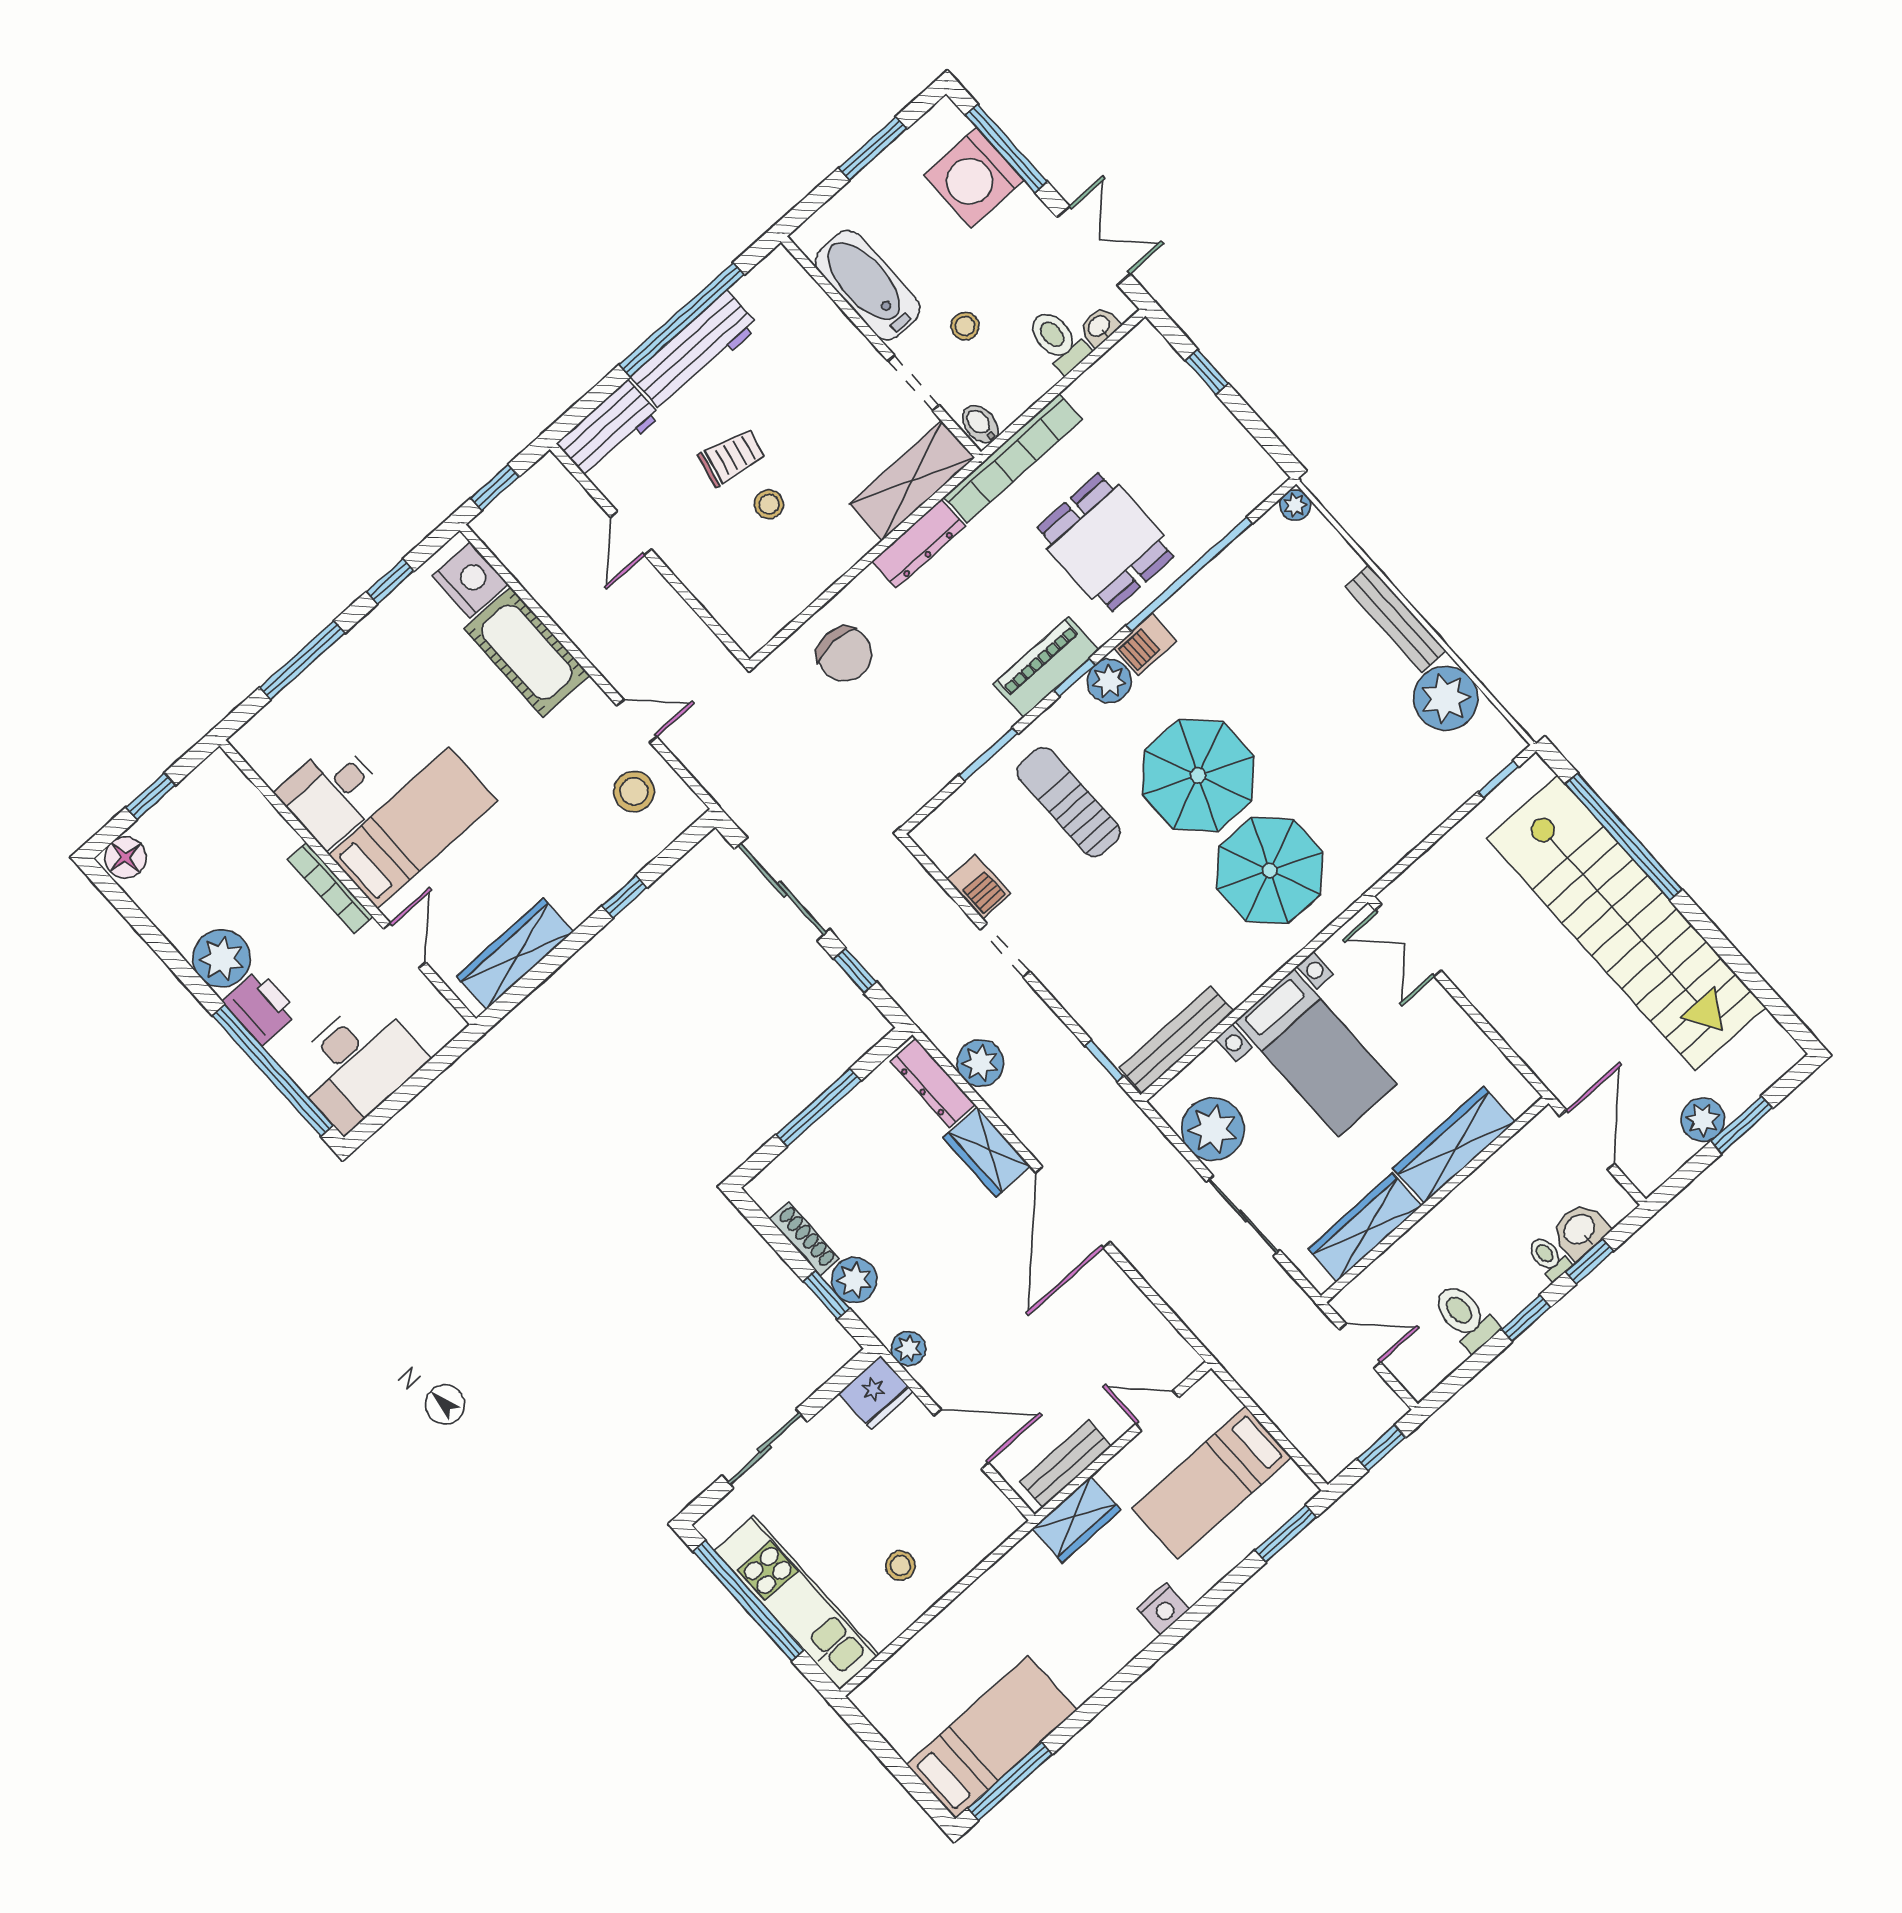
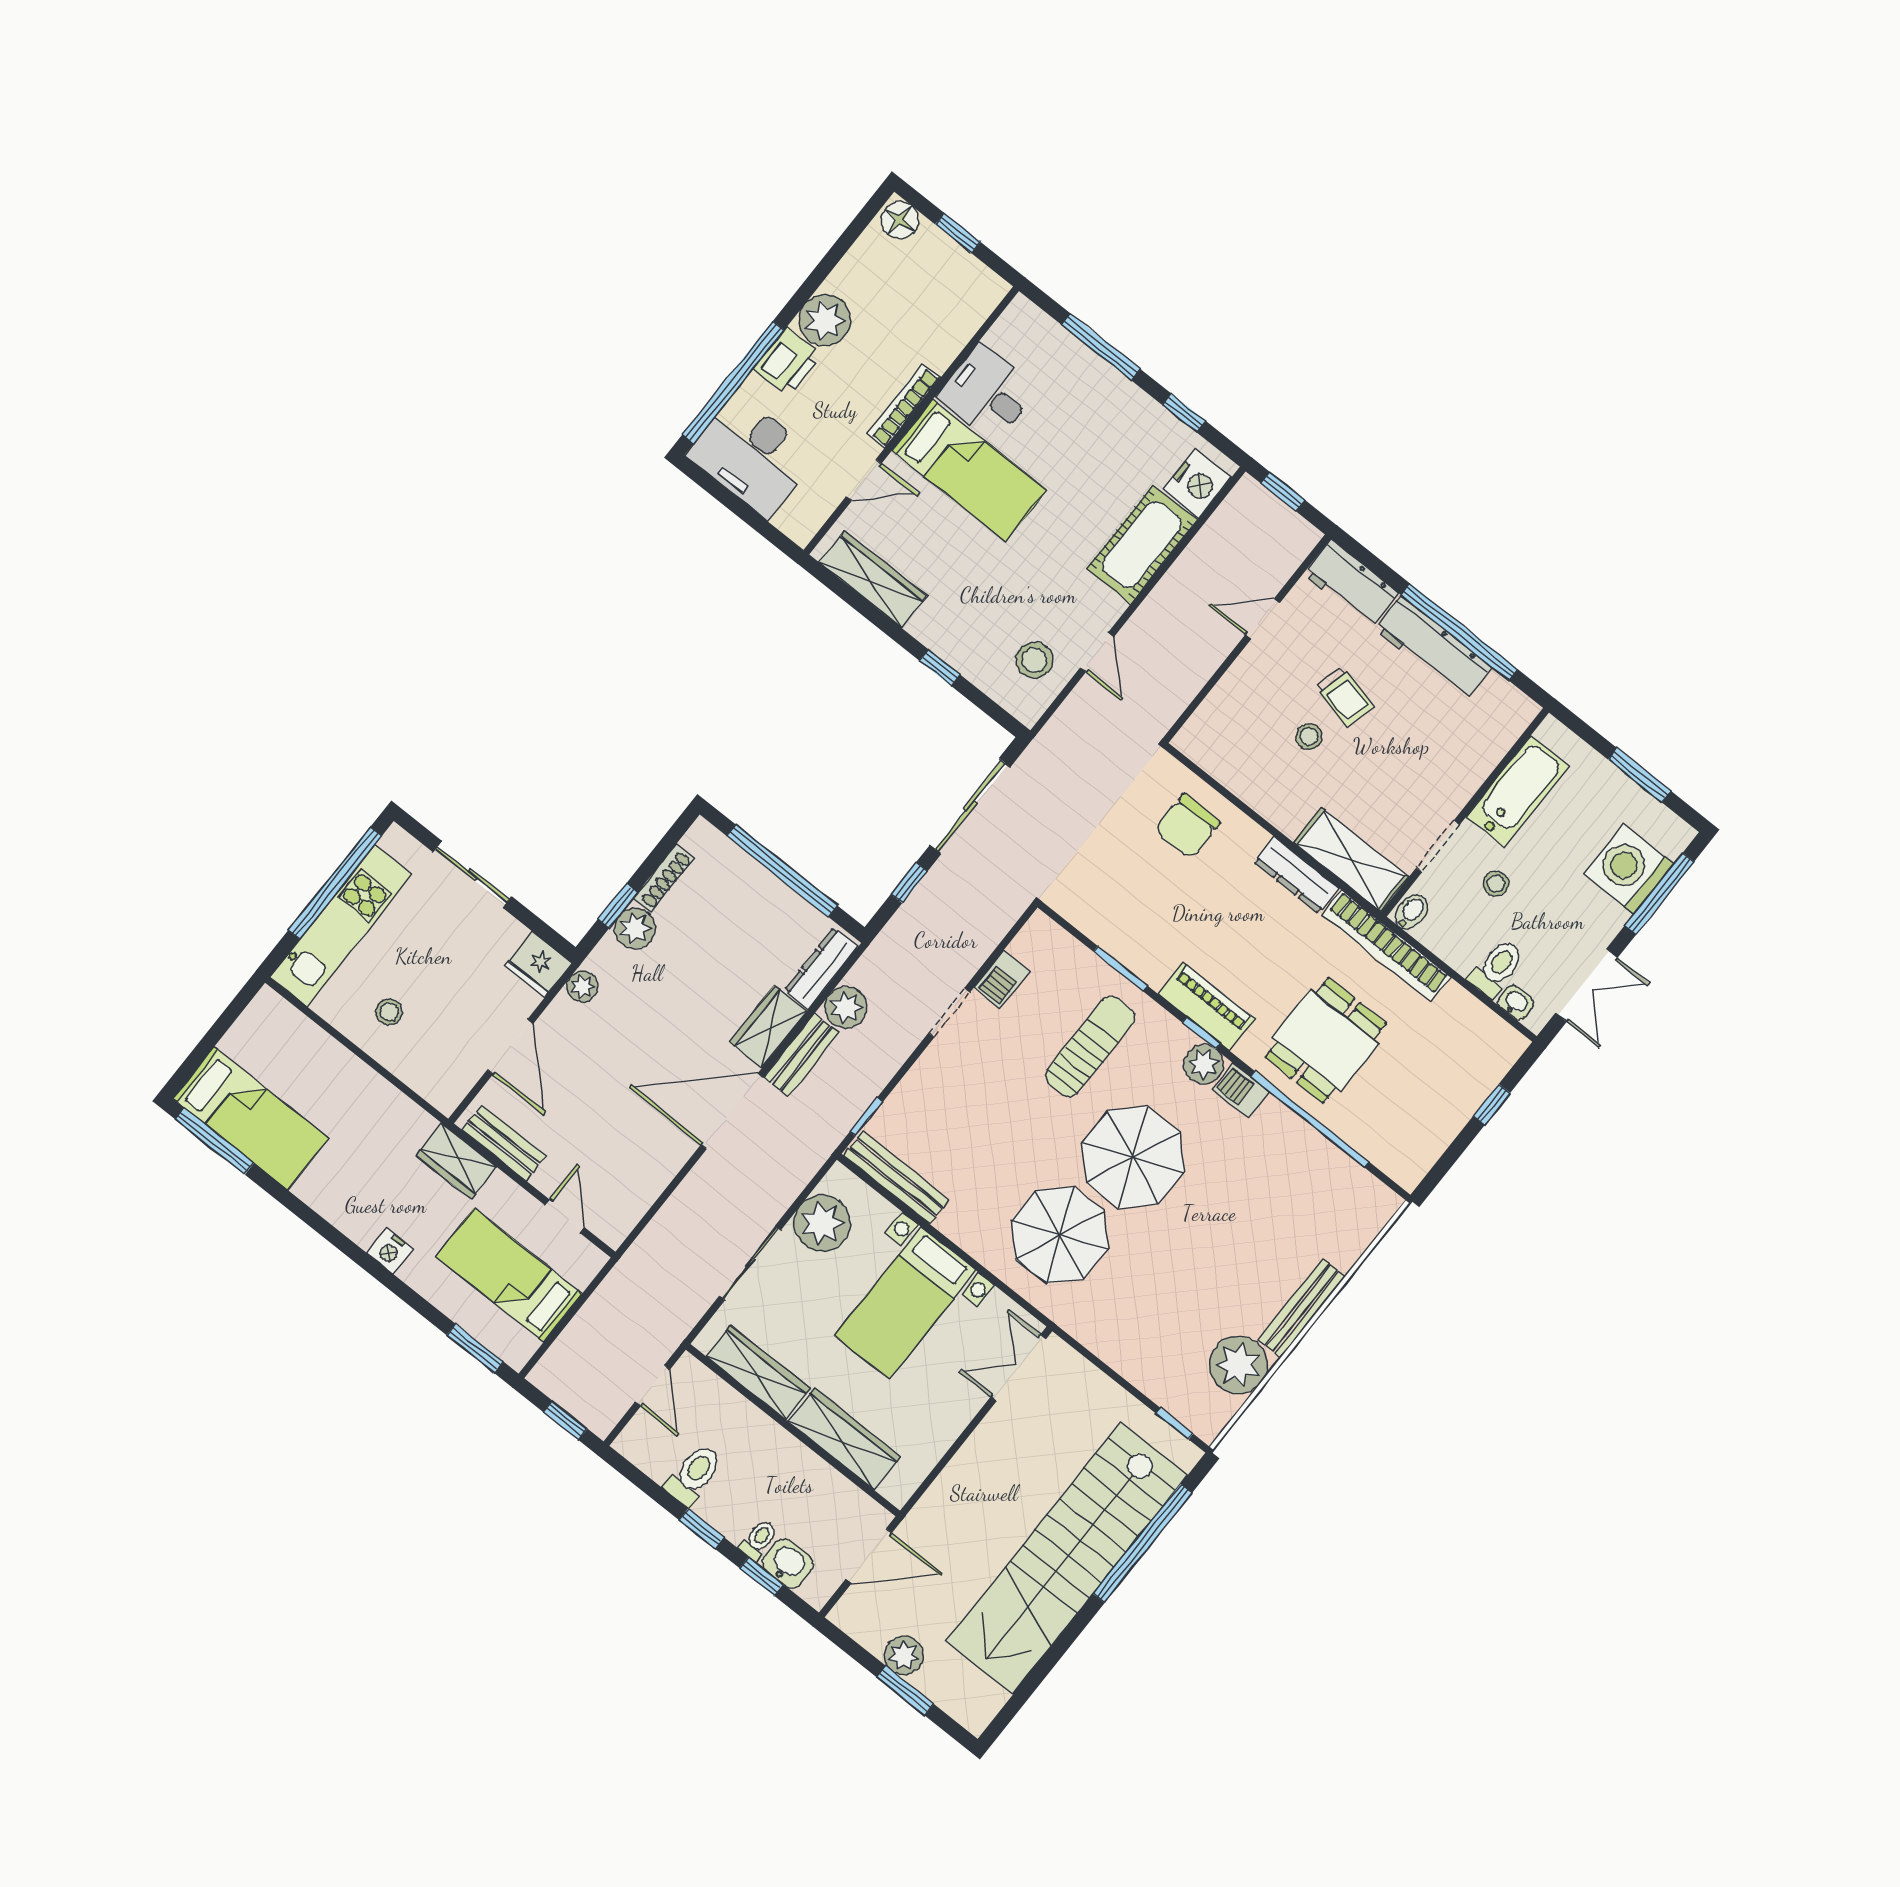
plant: (1295, 505) -> (1387, 1203), removed
window: (818, 1108) -> (782, 871), width x1.46
bench: (1024, 1121) -> (801, 1055), added

